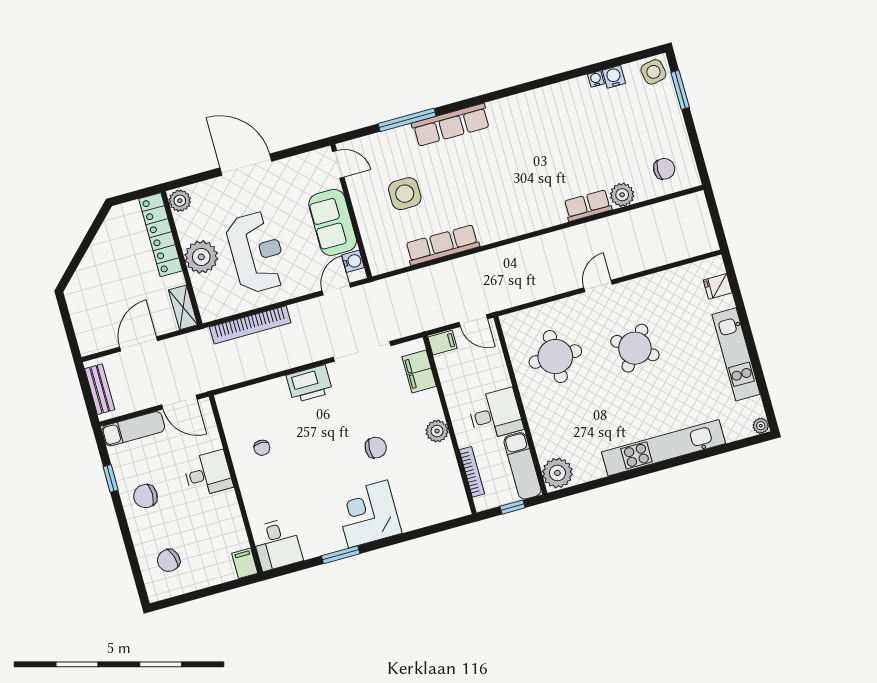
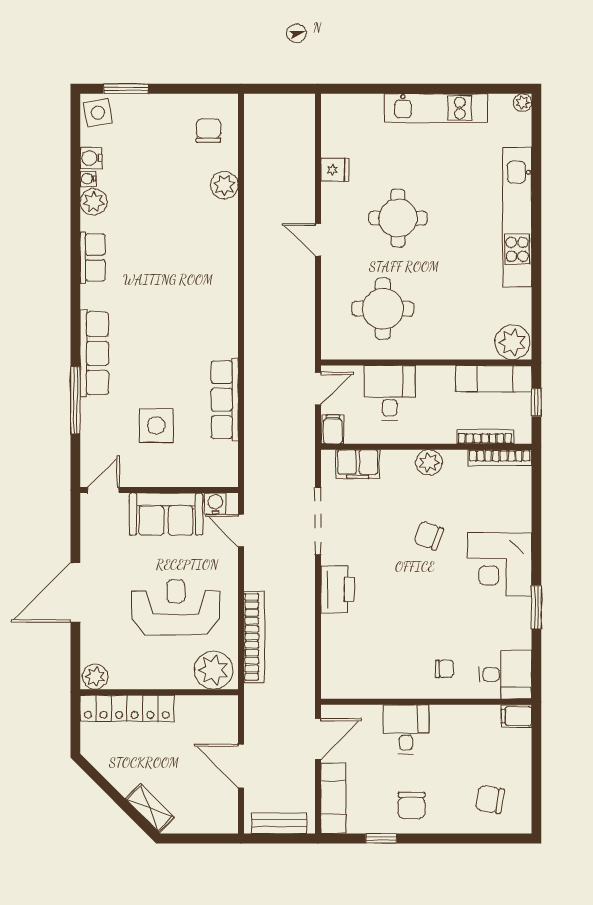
plant: (578, 89) -> (94, 202), added
row of seats: (588, 206) -> (93, 257), moved, turned 180
plant: (201, 257) -> (214, 670), moved
fridge: (718, 286) -> (335, 170), moved, turned -90
shelving: (183, 307) -> (150, 808), moved, turned 45
round table: (635, 348) -> (398, 218), turned -36
desk: (495, 414) -> (390, 393), moved
chair: (262, 448) -> (445, 669), moved
chair: (376, 448) -> (429, 536), turned -70
bookcase: (458, 489) -> (500, 458), added
chair: (169, 560) -> (490, 799), turned 118

